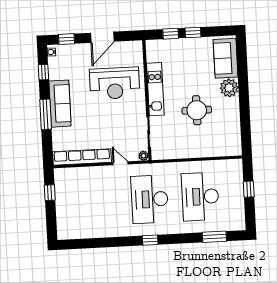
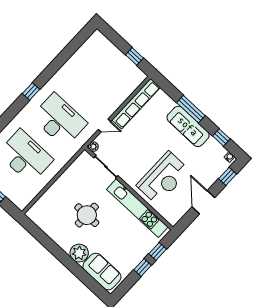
reception desk: (115, 83) -> (163, 178), turned 180
kitchen unit: (155, 89) -> (137, 208), width x1.36

